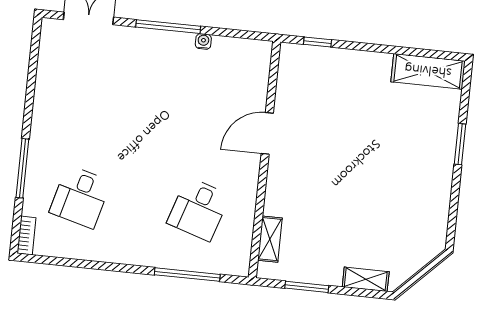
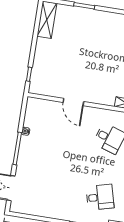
desk: (80, 197) -> (100, 197), turned -30

